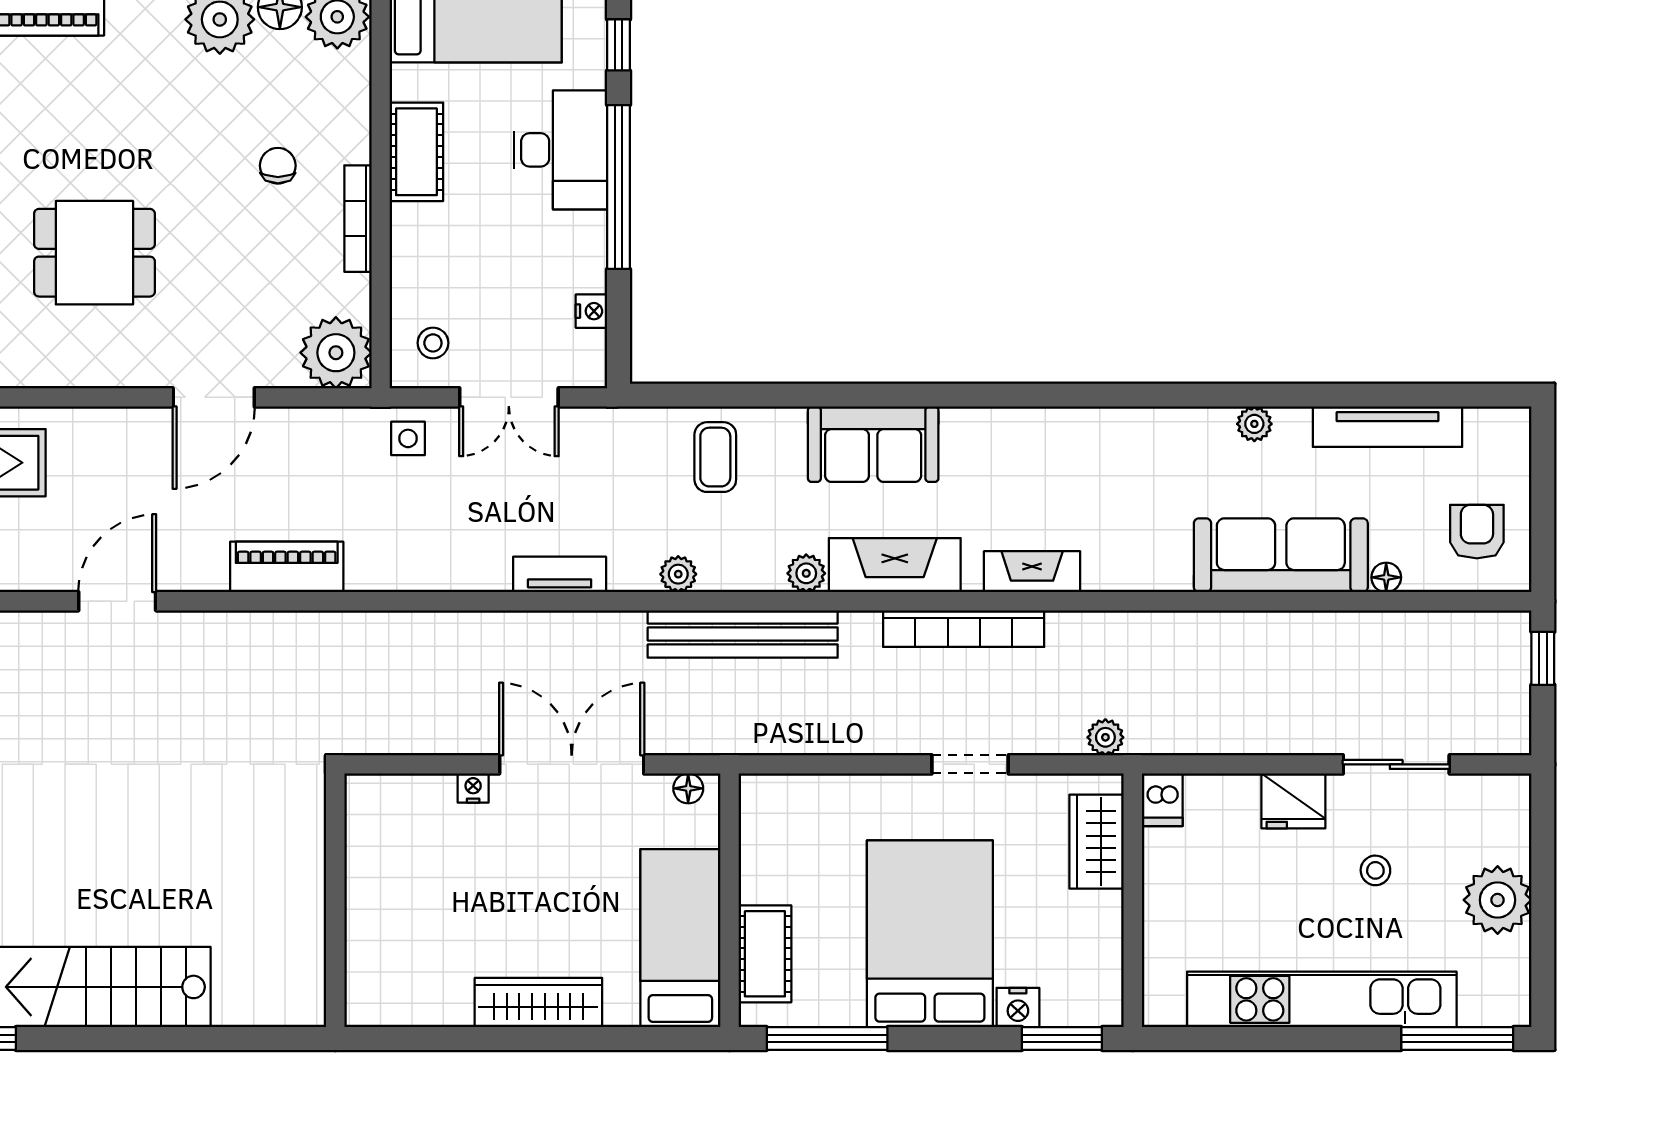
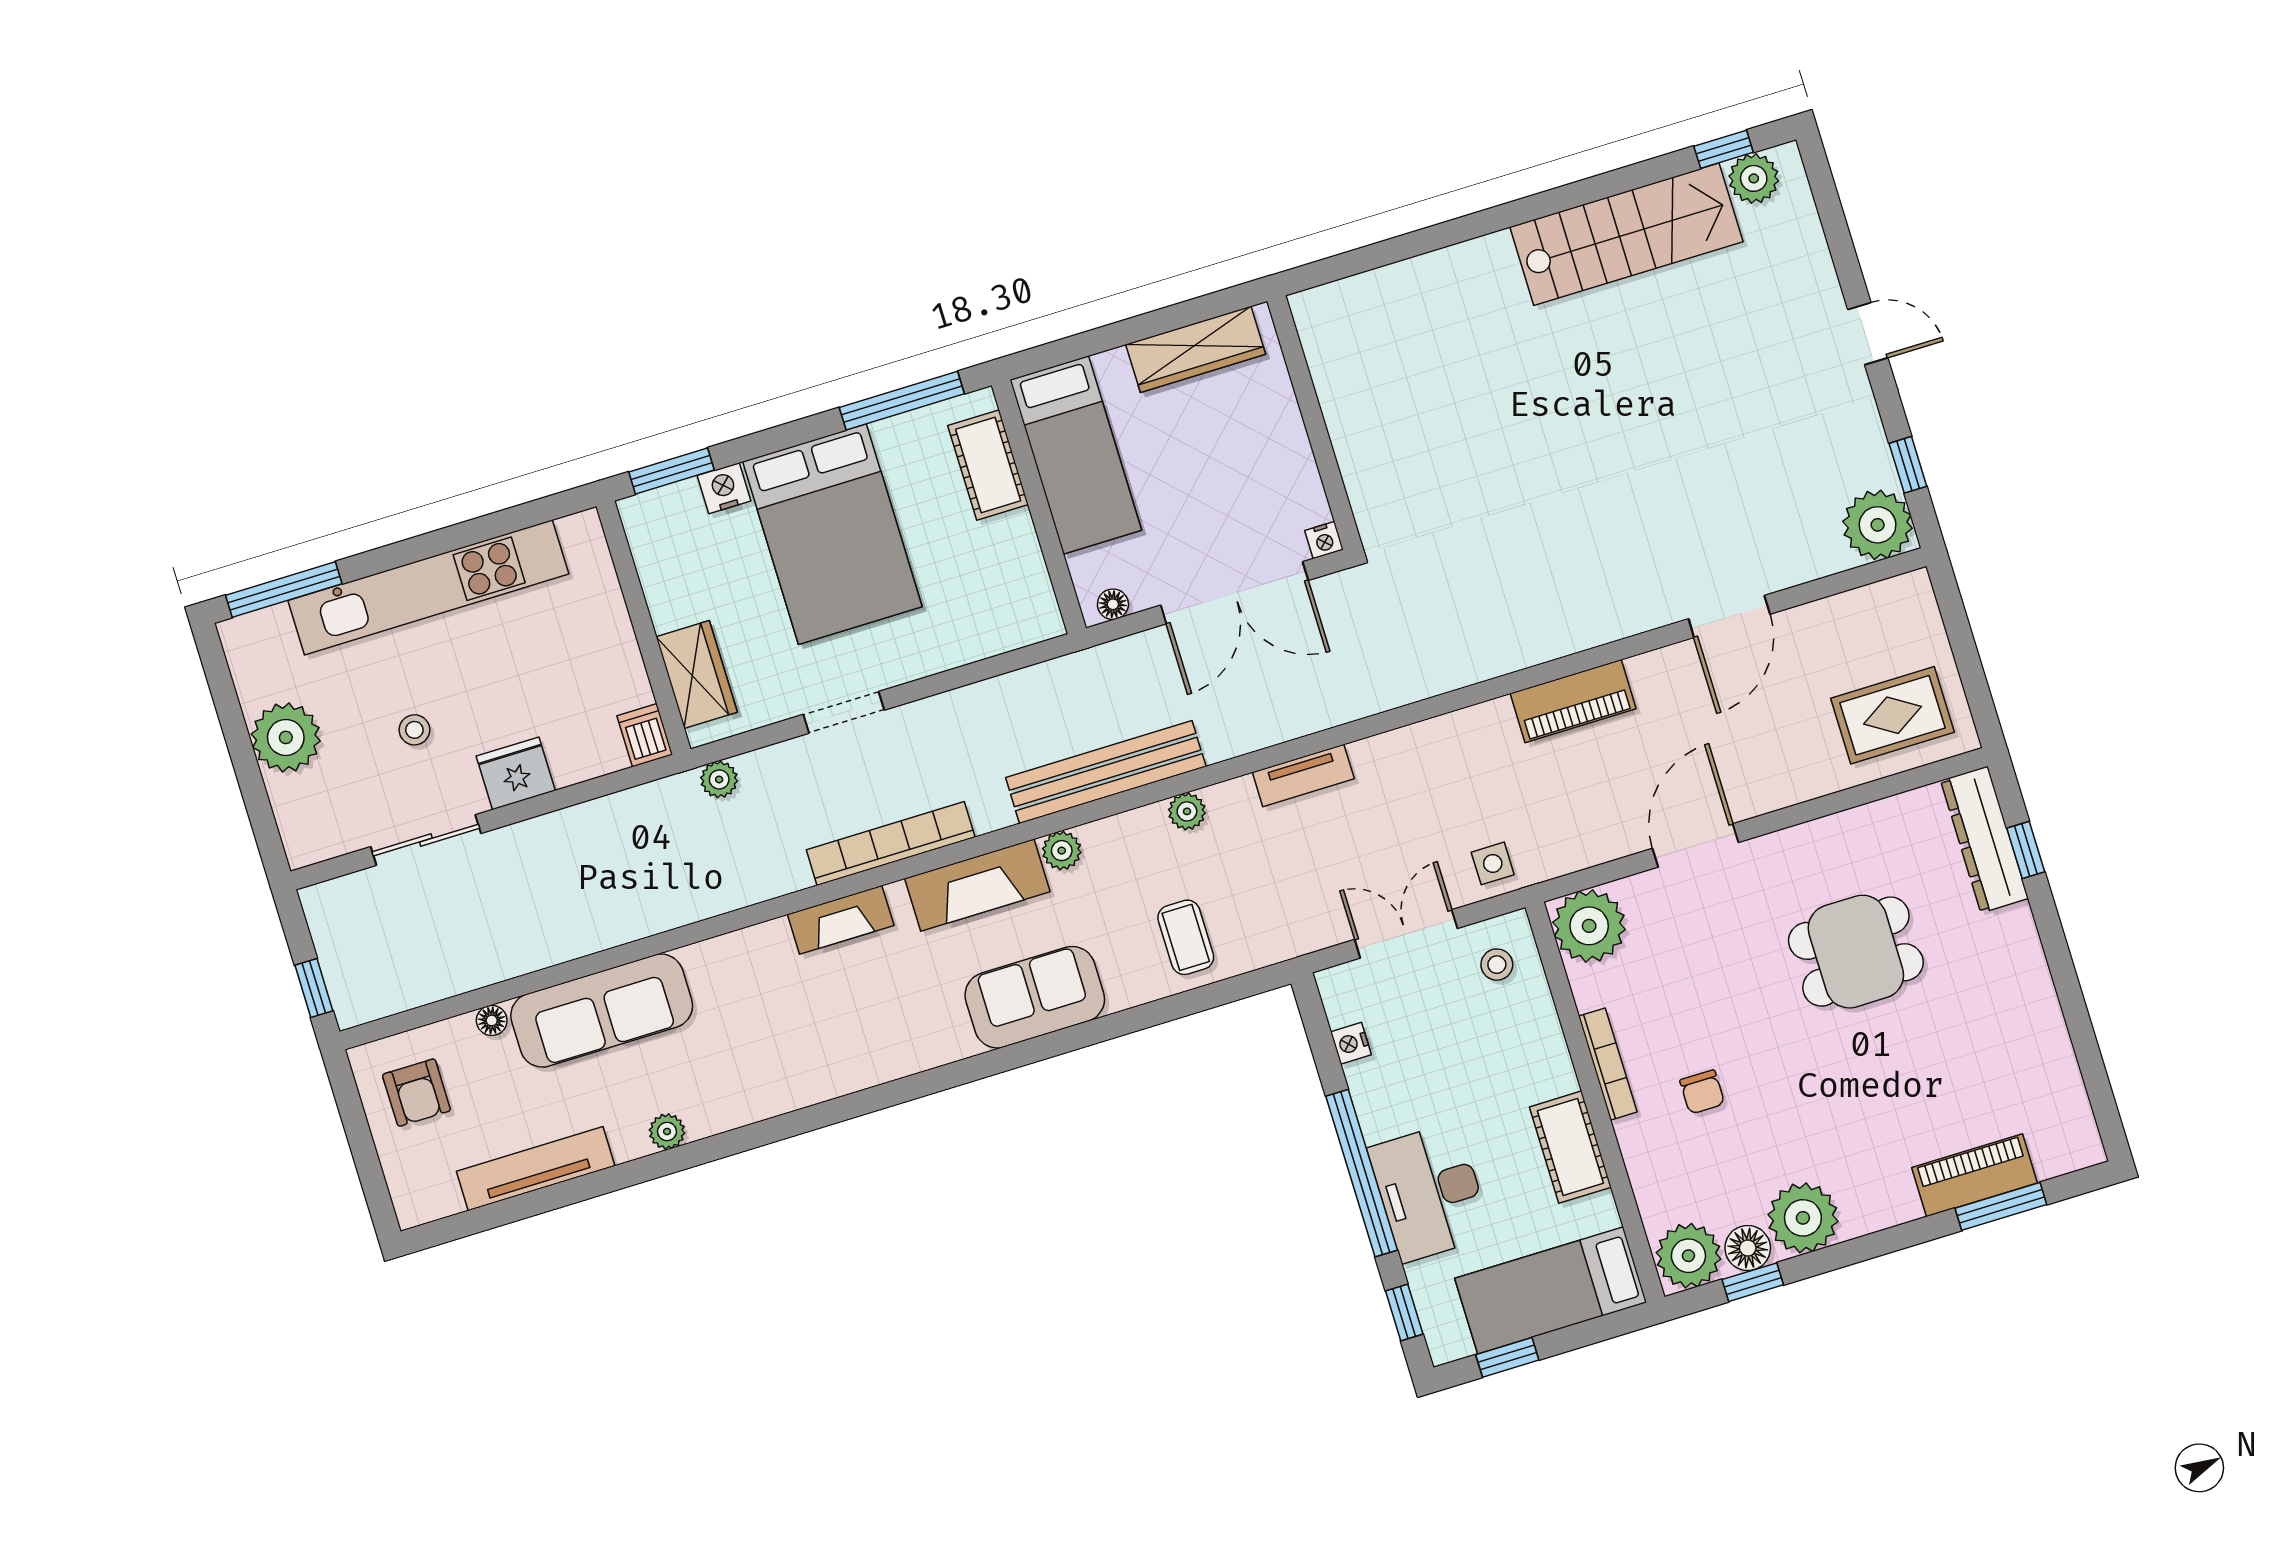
wall: (335, 900) -> (1314, 423), moved

